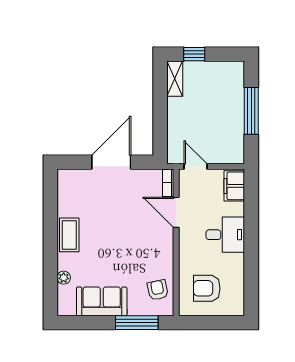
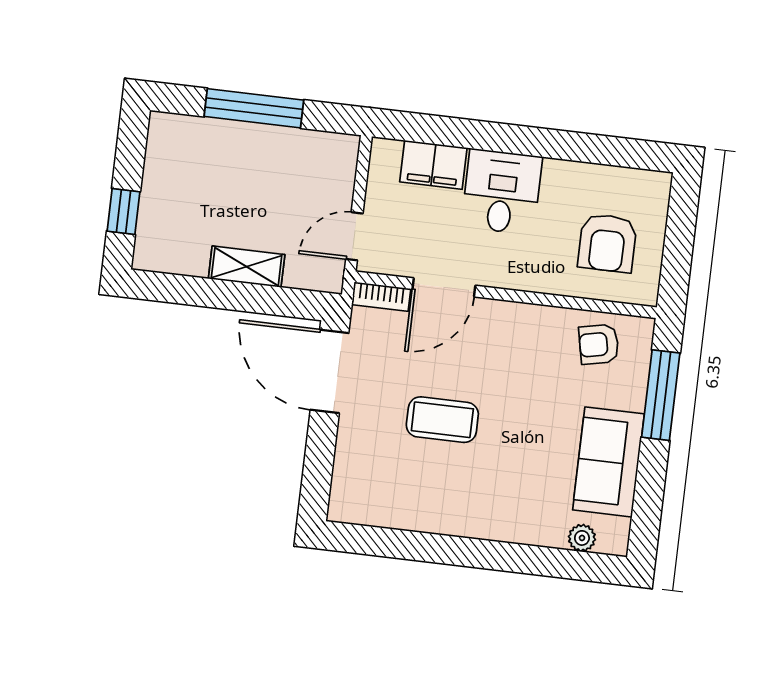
shelving: (175, 79) -> (247, 267), moved
door: (111, 162) -> (329, 371), moved
filing cabinet: (234, 186) -> (433, 165), moved
coffee table: (69, 235) -> (442, 420), moved
plant: (64, 278) -> (582, 538), moved

